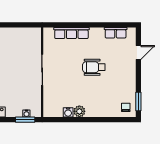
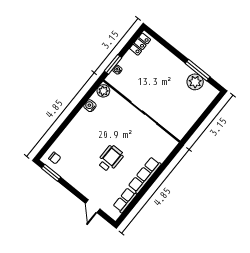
row of seats: (71, 33) -> (145, 175), moved
plant: (79, 111) -> (103, 91), moved

